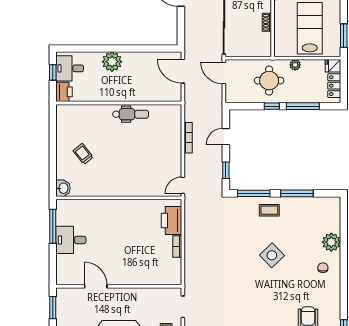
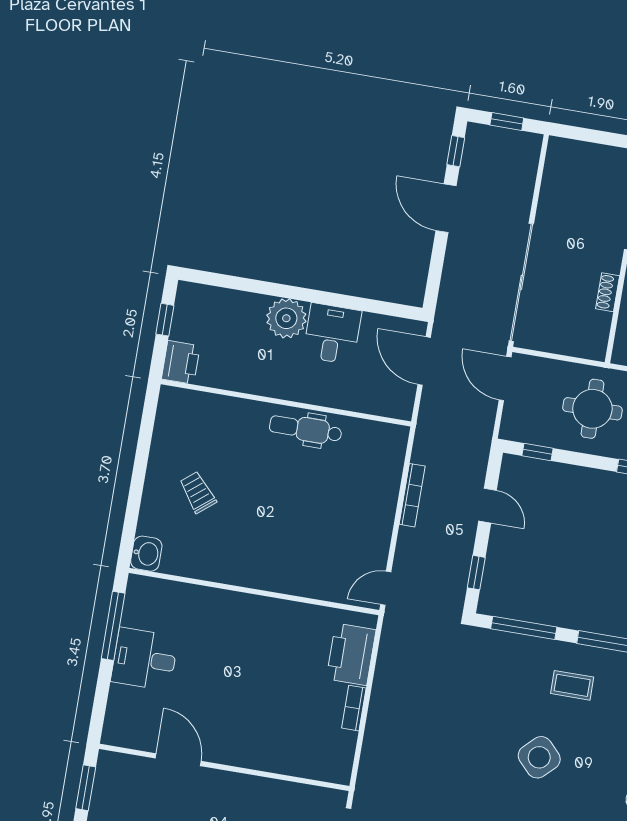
desk: (70, 68) -> (332, 334), moved, turned 90
window: (272, 106) -> (538, 452), moved
dental chair: (131, 114) -> (306, 429), turned 180
door: (226, 137) -> (488, 506), swing flipped
coffee table: (269, 210) -> (572, 685), moved

